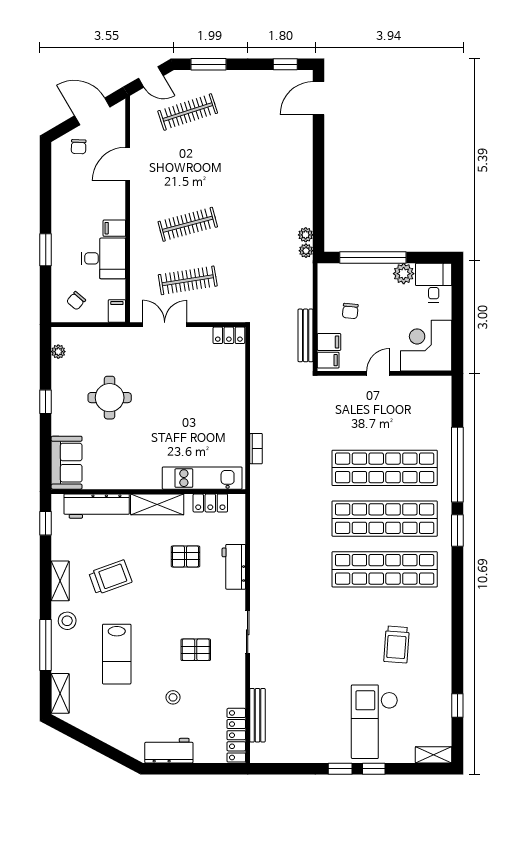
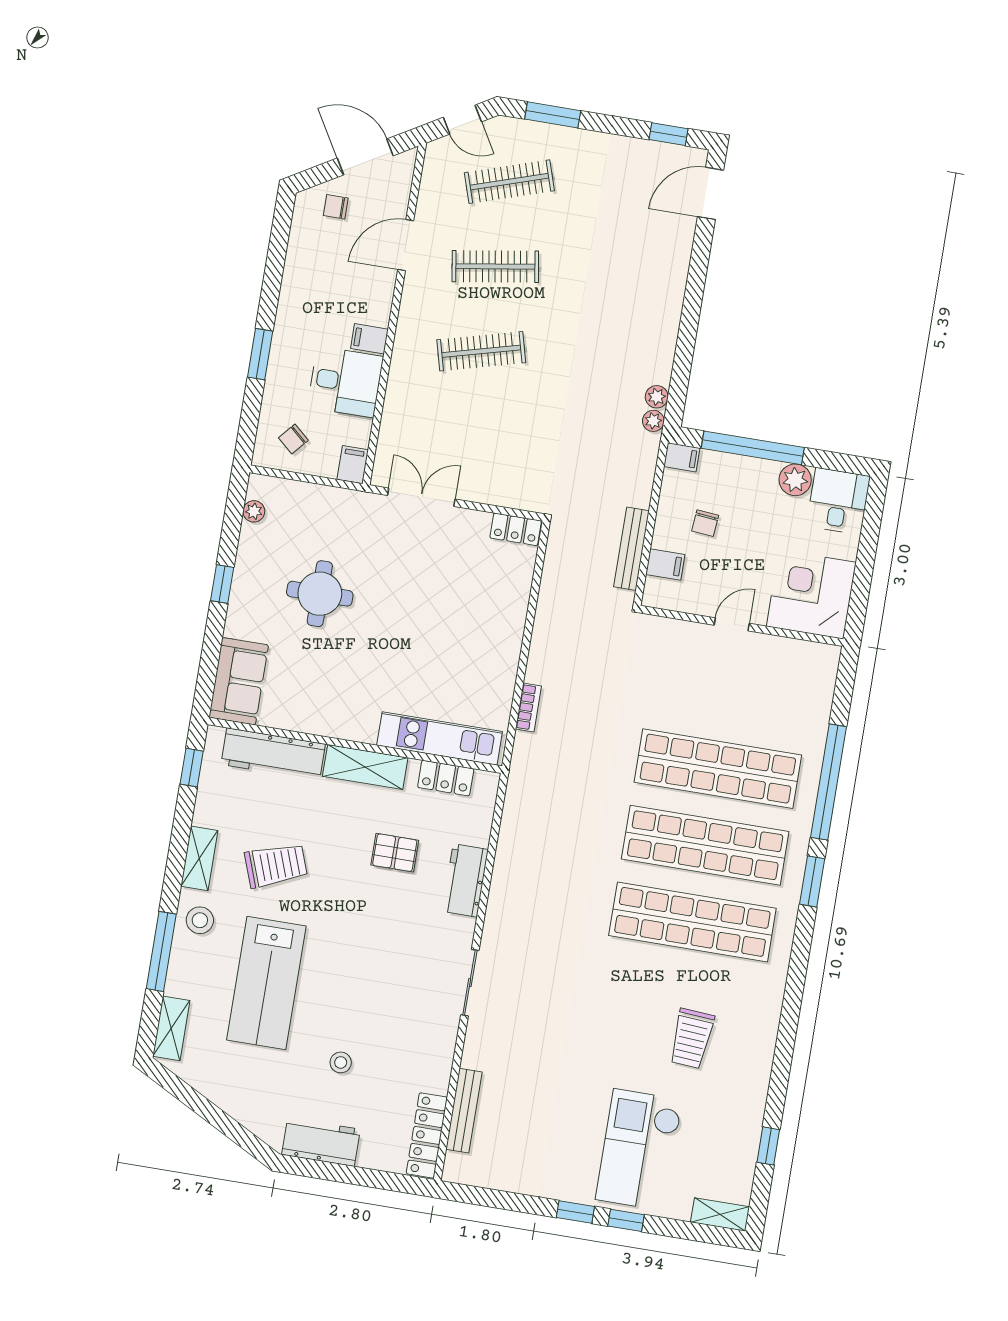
chair: (79, 147) -> (336, 207), turned 88
clothes rail: (188, 280) -> (495, 266), moved
filing cabinet: (328, 360) -> (682, 457), moved
pallet: (196, 650) -> (387, 996), removed
lab bench: (117, 654) -> (266, 983), width x1.36, depth x1.39

